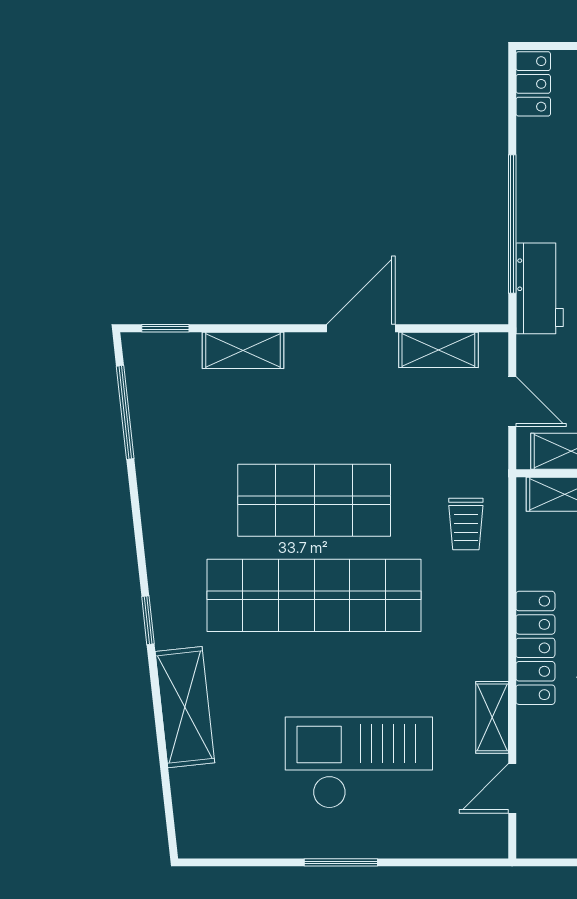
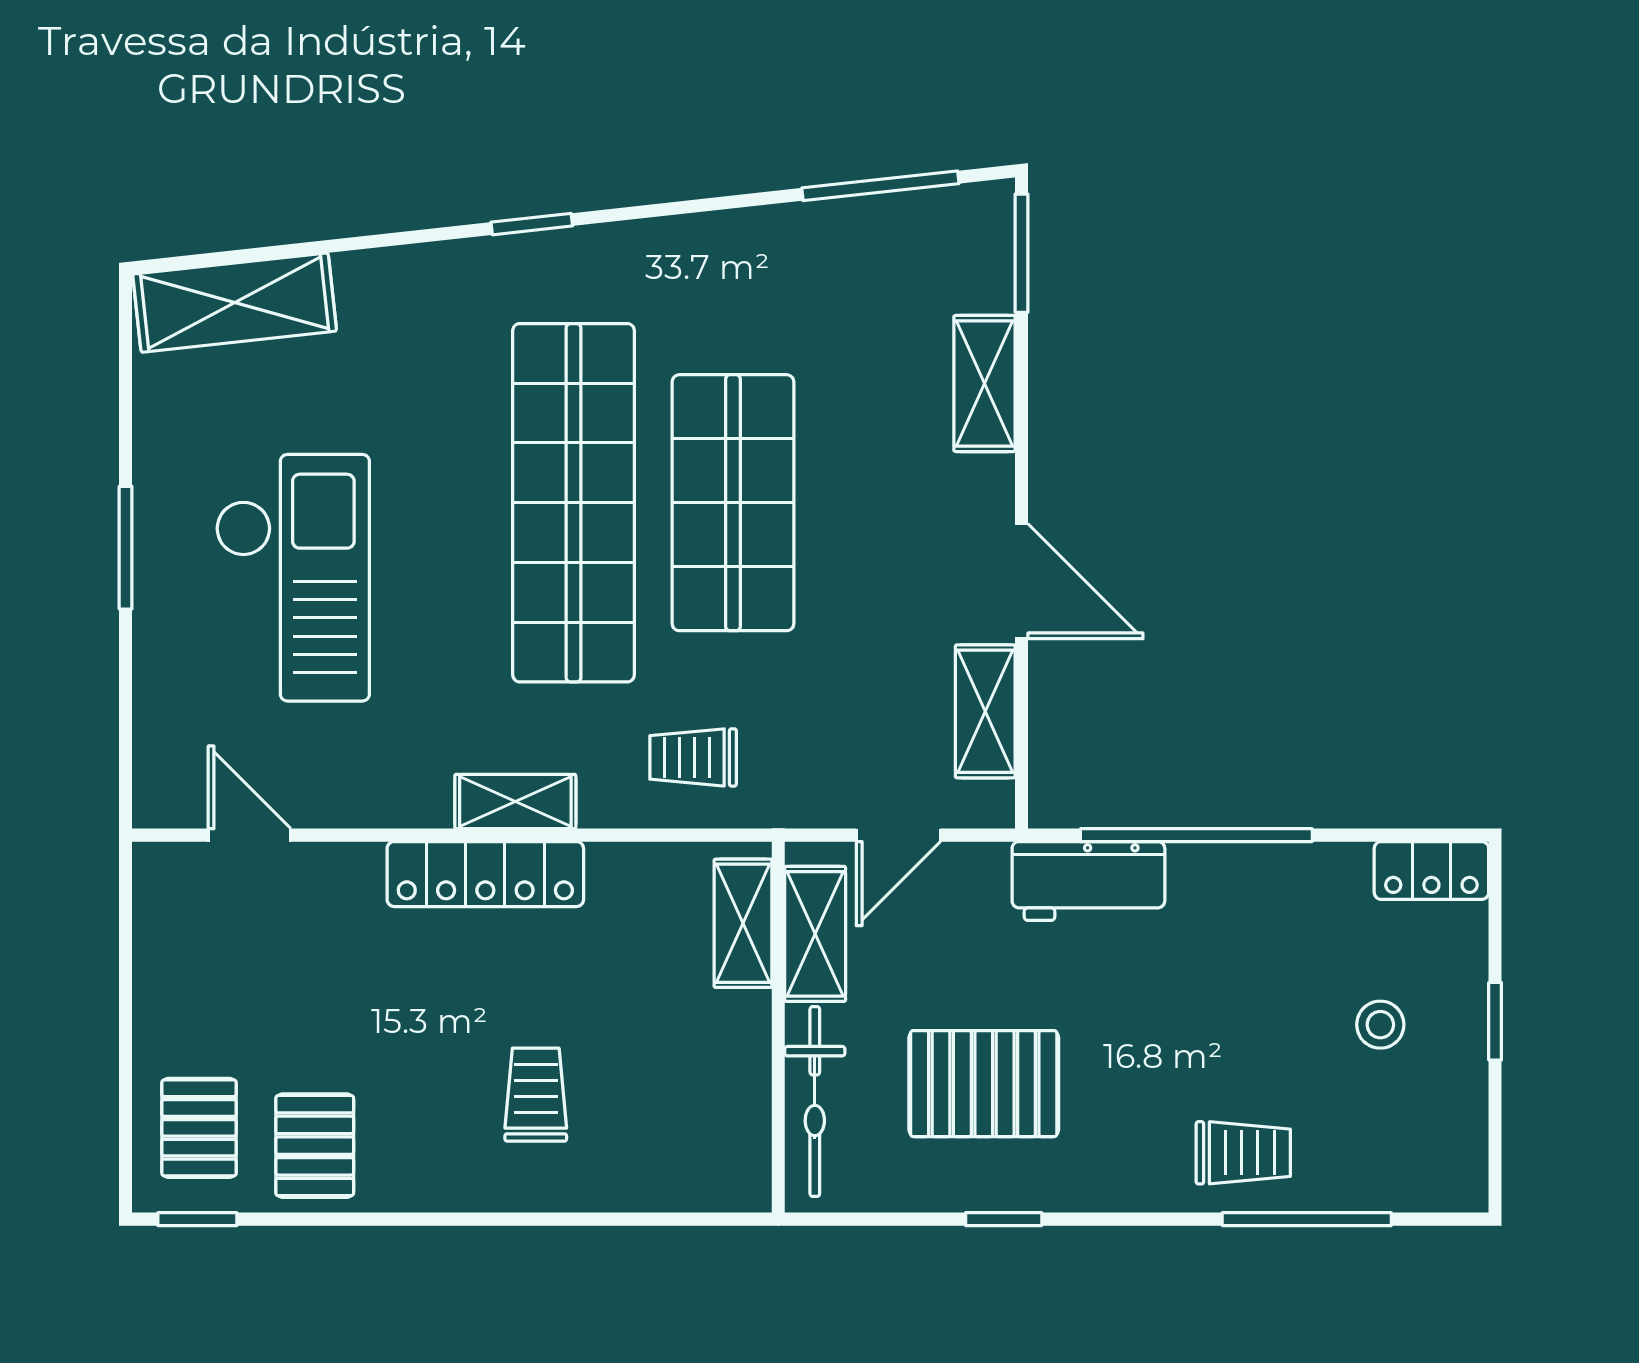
window: (165, 328) -> (1021, 253), width x1.50
shelving: (185, 707) -> (235, 303), moved
shelving: (492, 717) -> (515, 801), moved

